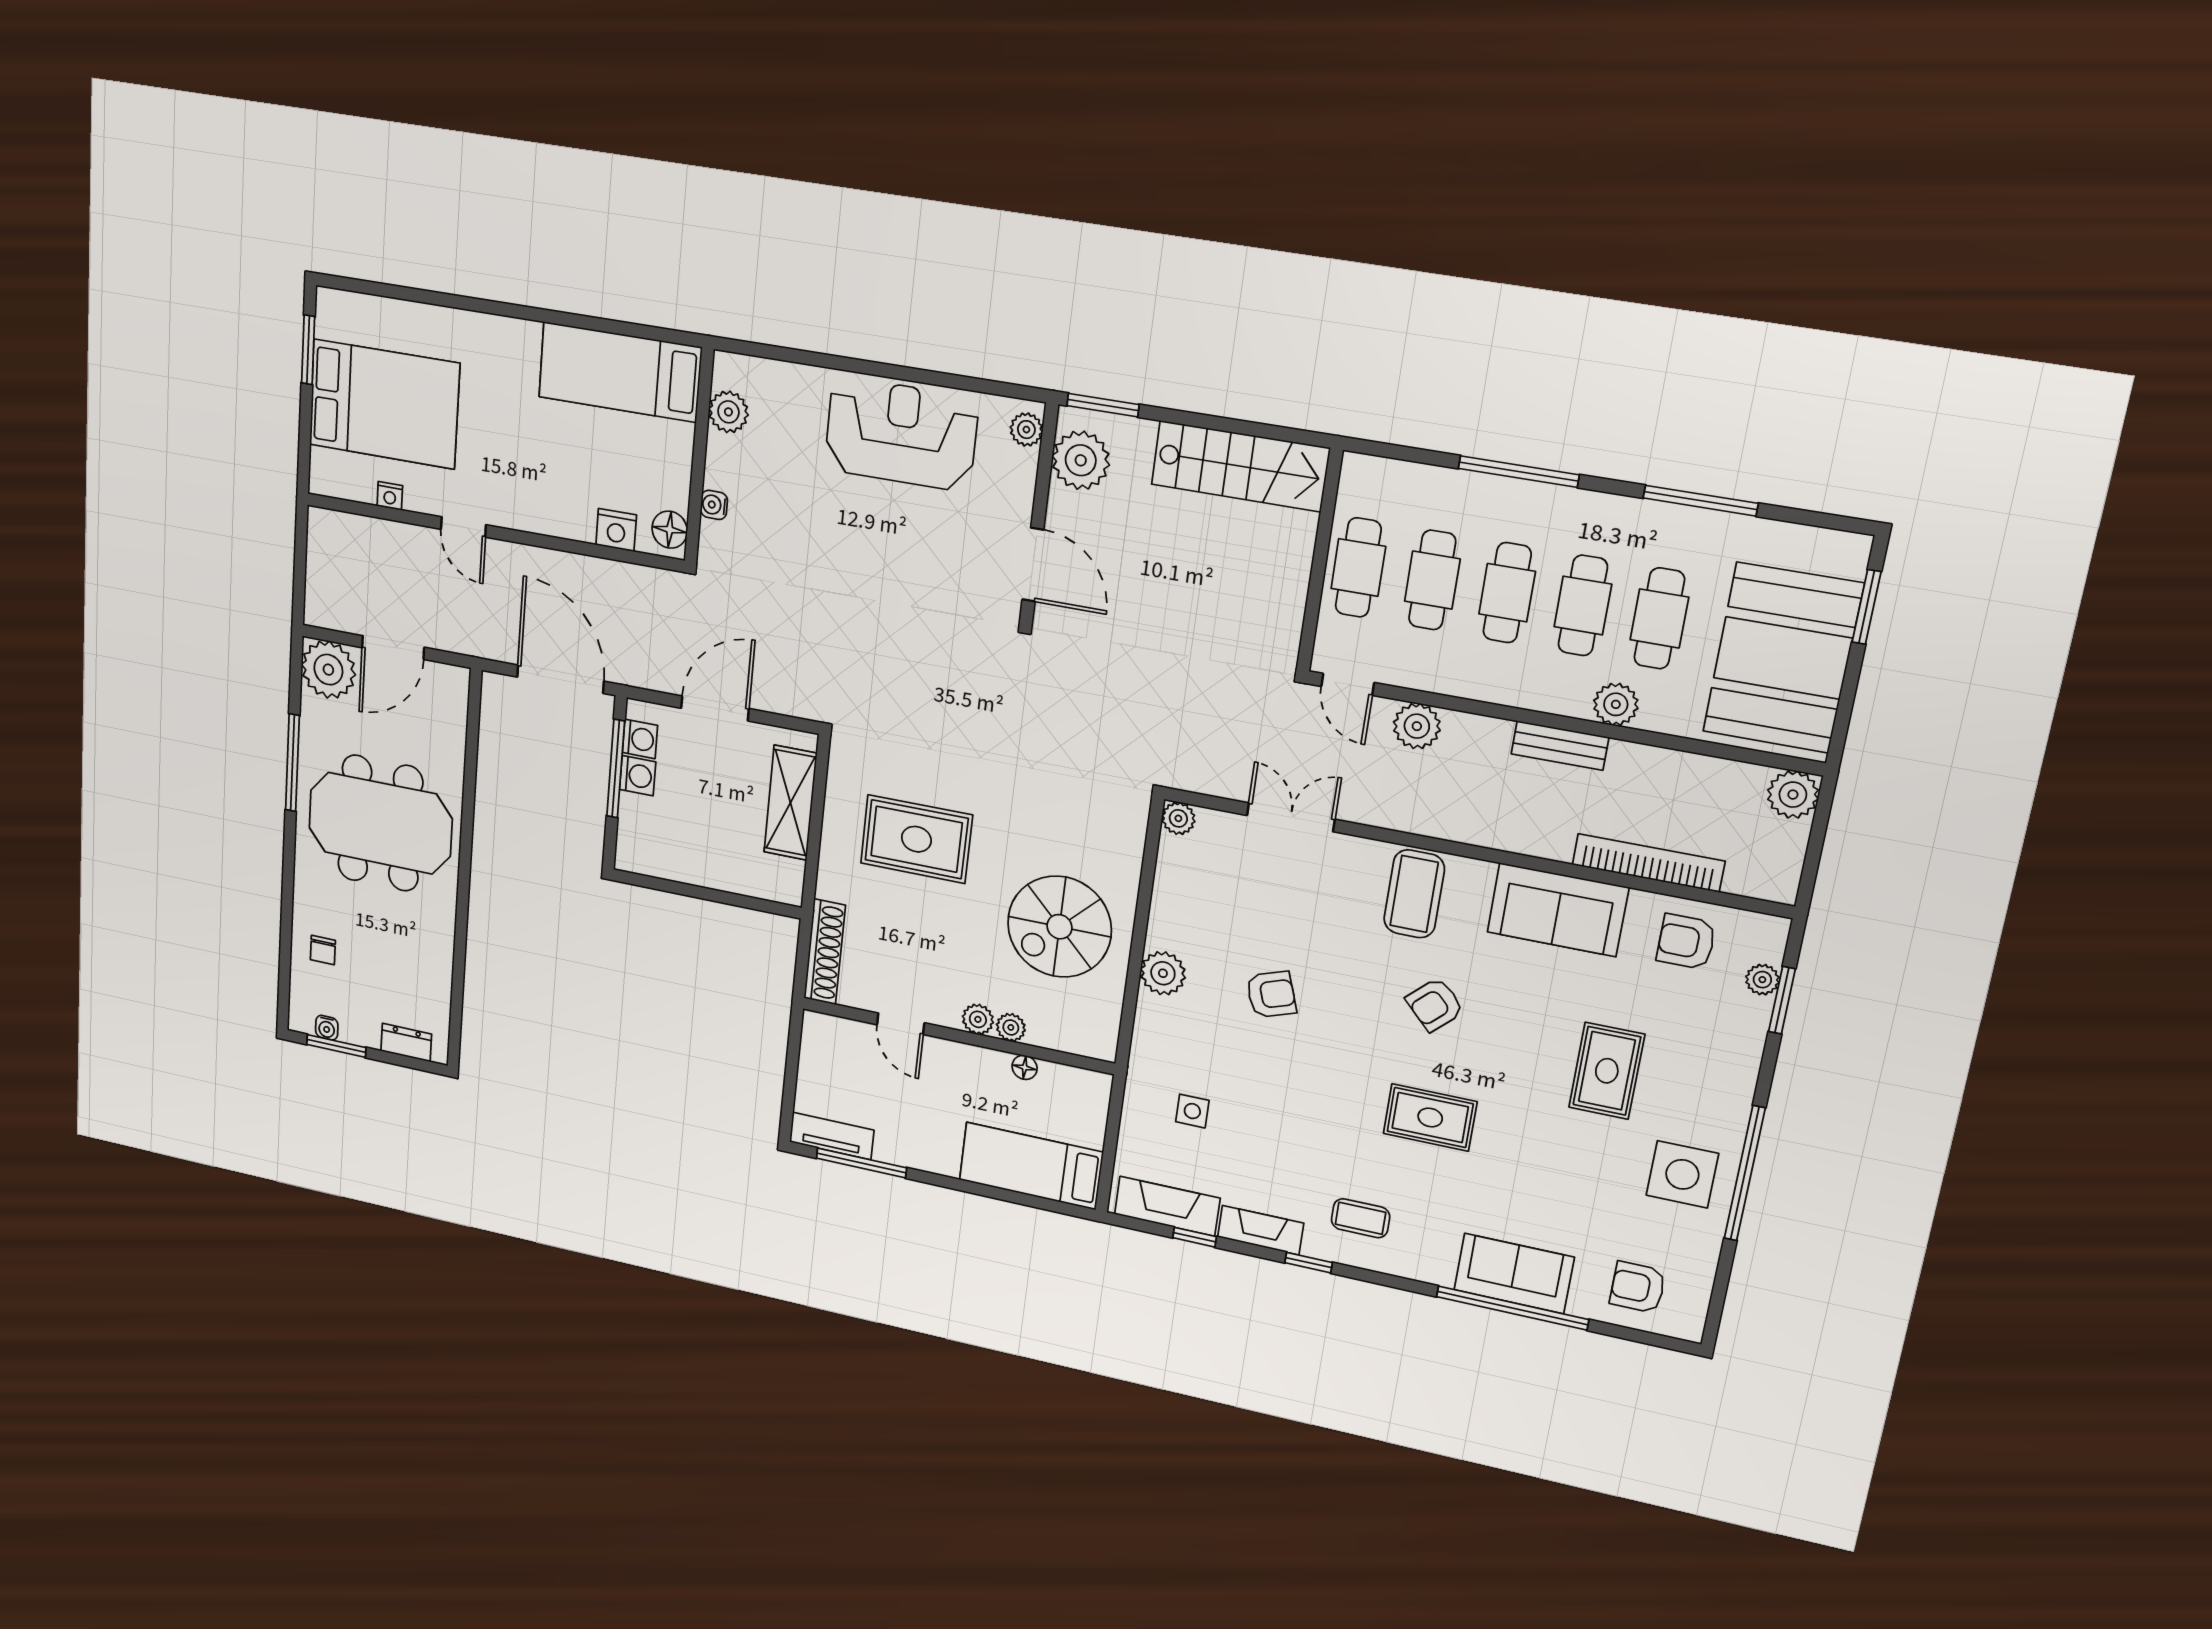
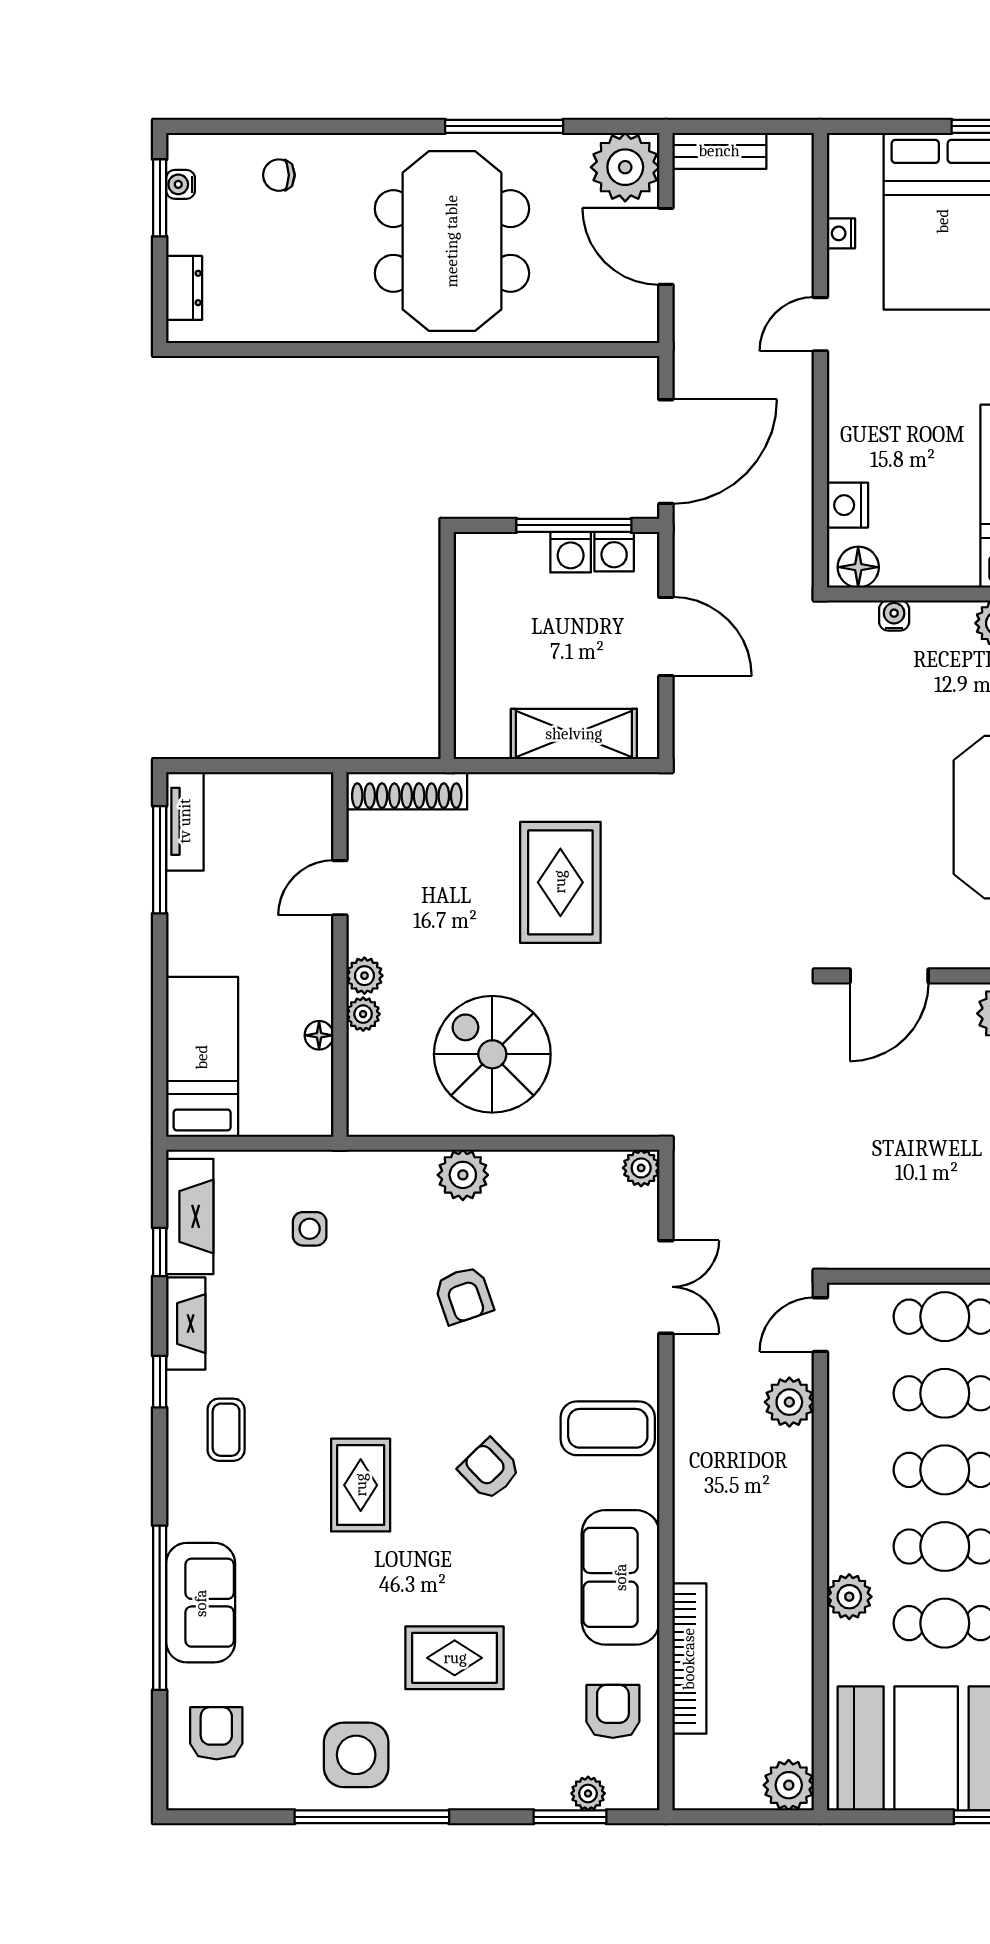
bench: (1560, 746) -> (719, 151), moved, turned 90

